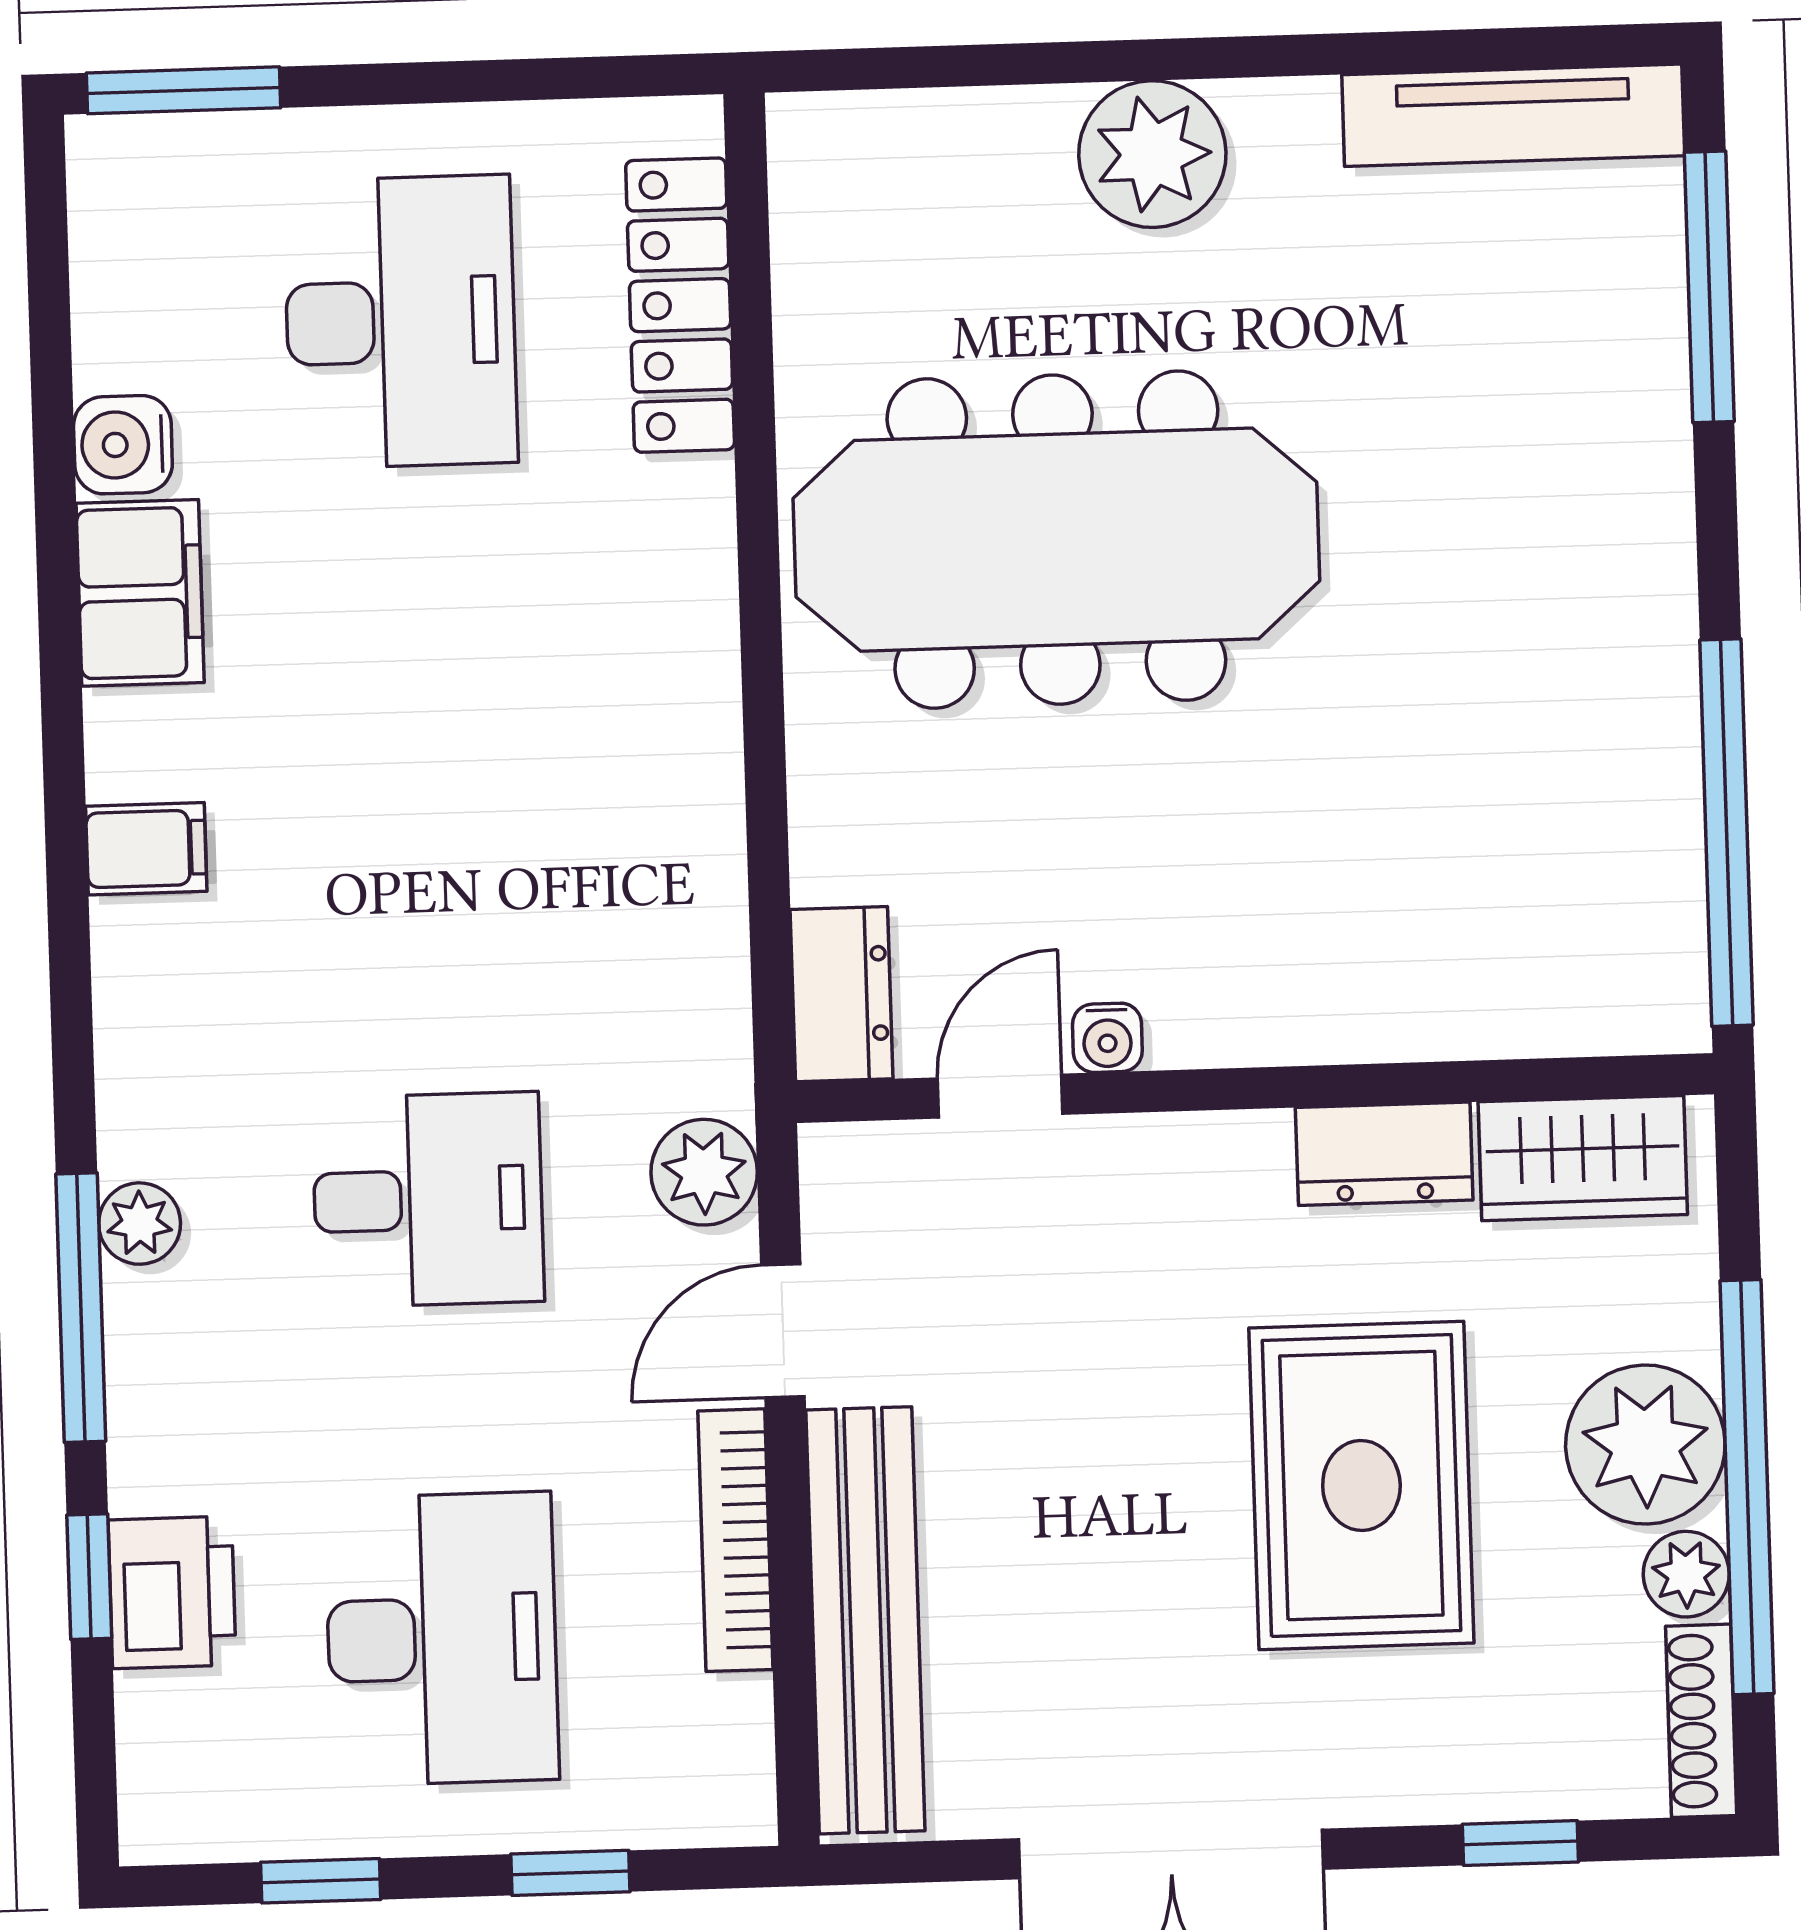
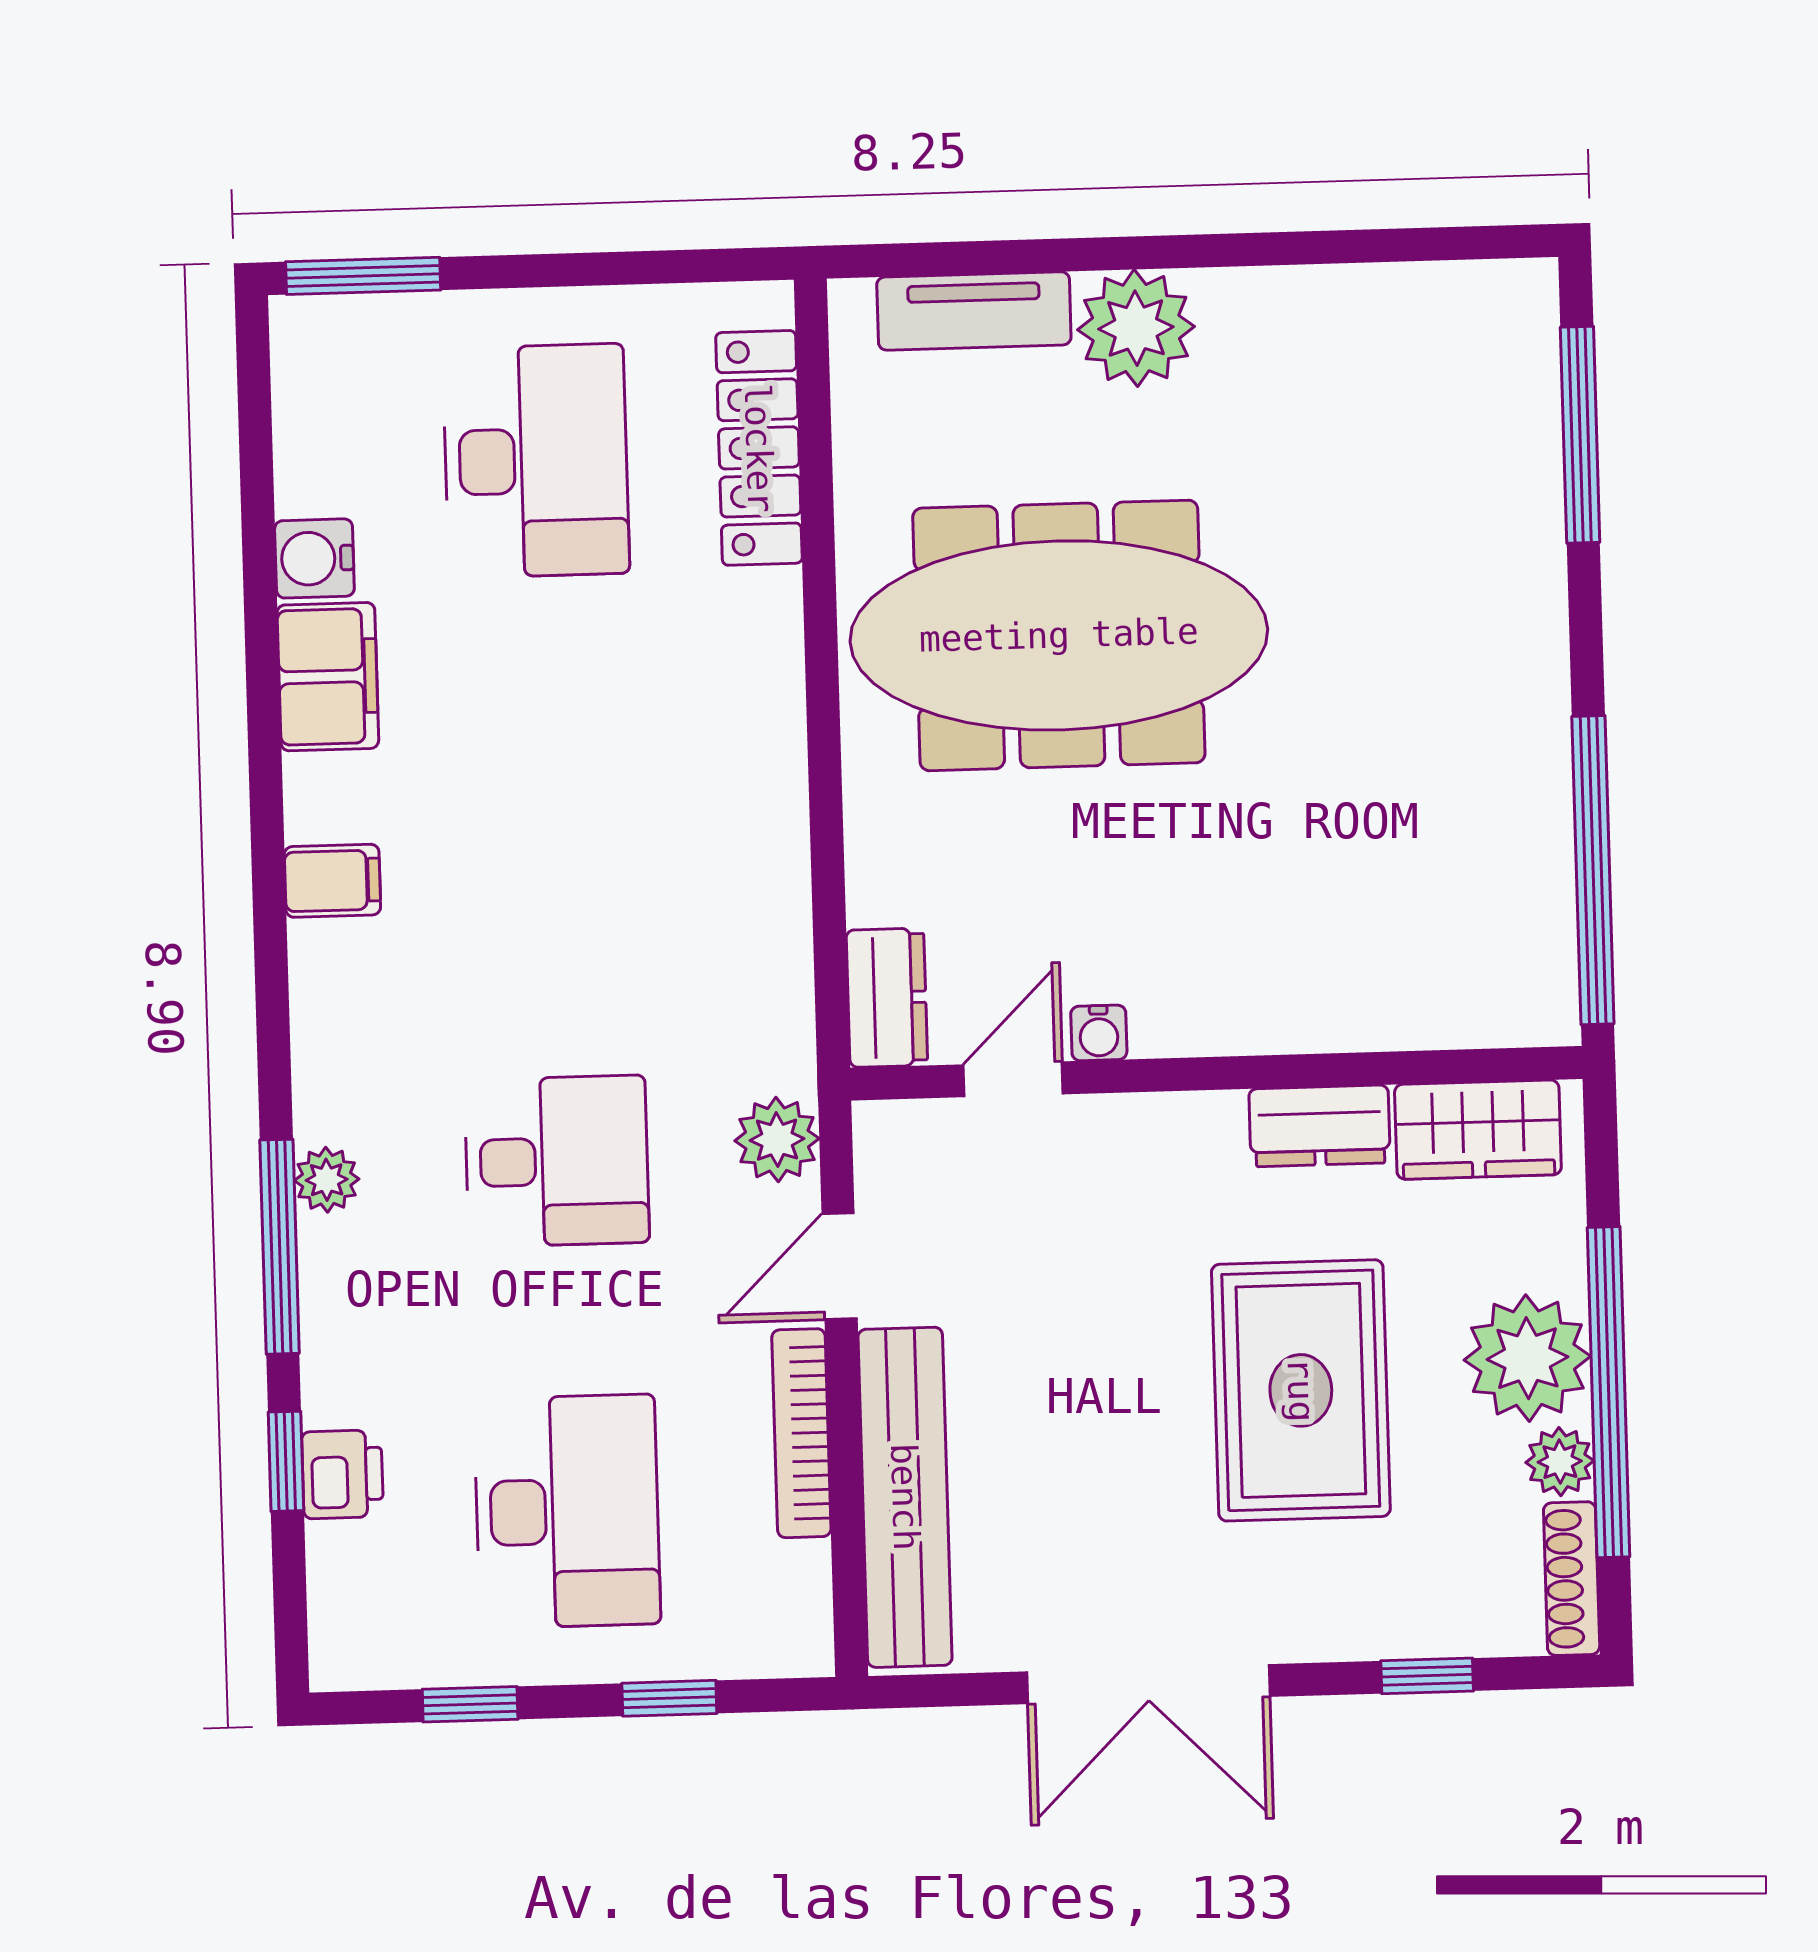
tv unit: (1513, 115) -> (974, 311), moved, width x0.71
printer: (172, 1592) -> (342, 1474), width x0.73, depth x0.81

